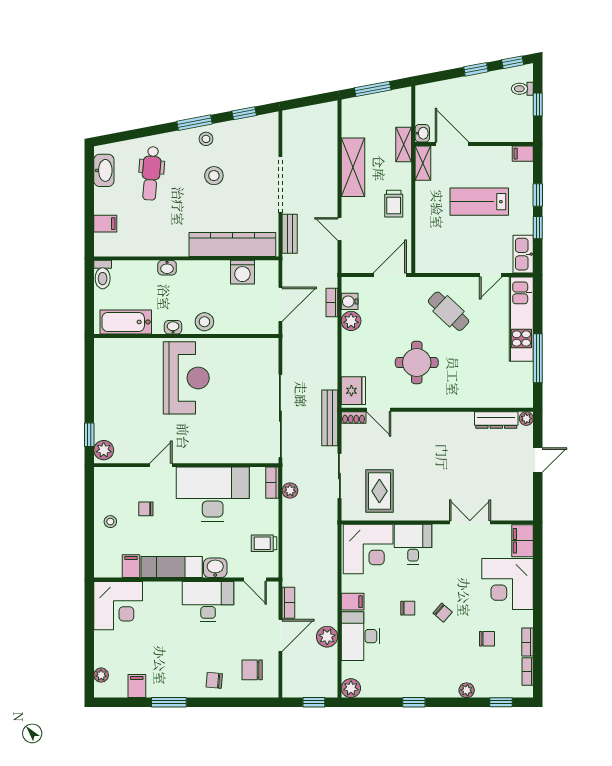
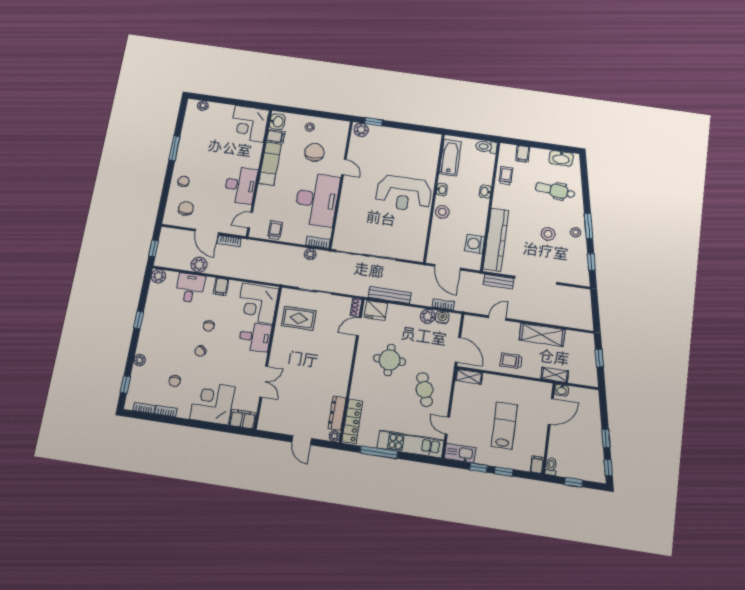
window: (373, 89) -> (599, 358), width x0.67
toilet: (522, 89) -> (551, 466), moved
shelving: (423, 163) -> (469, 377), moved
trolley: (140, 243) -> (506, 176), added
cafe table: (449, 311) -> (425, 390), turned -61
locker: (504, 399) -> (352, 421), added
bench: (330, 418) -> (390, 295), moved
chair: (146, 509) -> (314, 152), width x1.87, depth x1.87
washbasin: (215, 568) -> (277, 122), moved
desk: (360, 636) -> (190, 288), width x0.73
filing cabinet: (137, 686) -> (190, 128), removed

